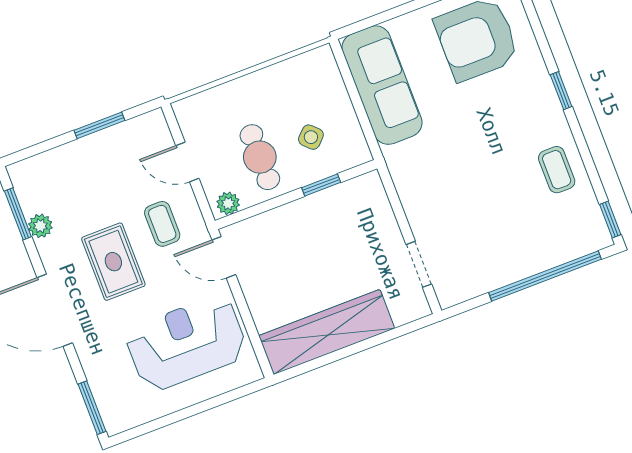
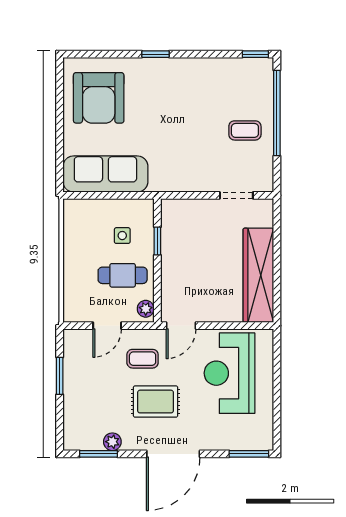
side table: (311, 137) -> (122, 236), turned 45
coffee table: (557, 170) -> (245, 130), moved

